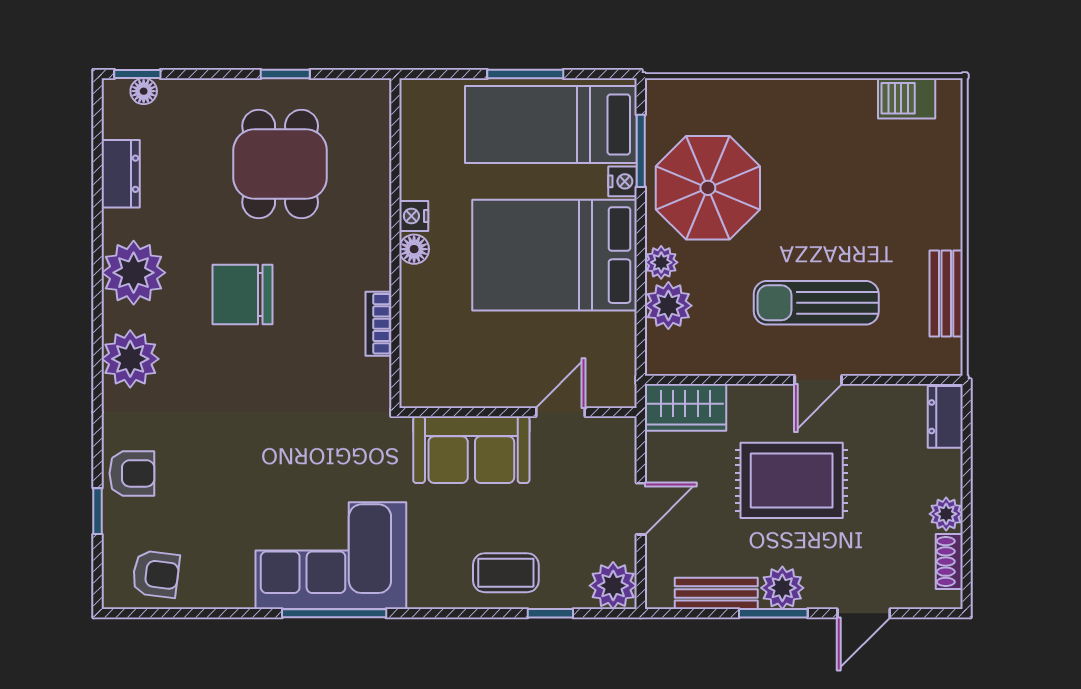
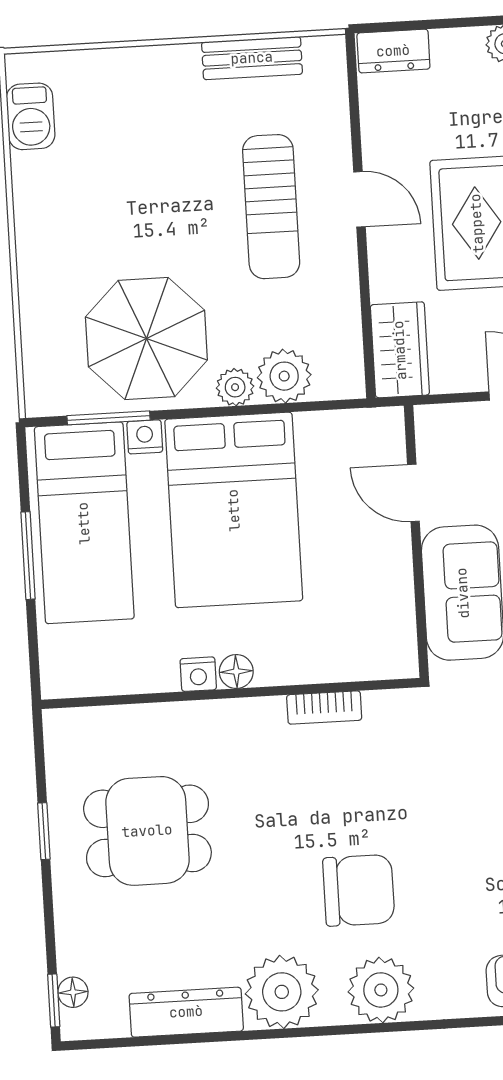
dresser: (121, 174) -> (186, 1012), width x1.44
chair: (242, 295) -> (359, 890), moved, turned -90

